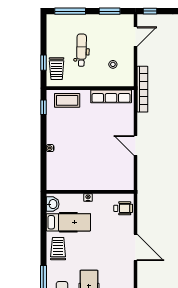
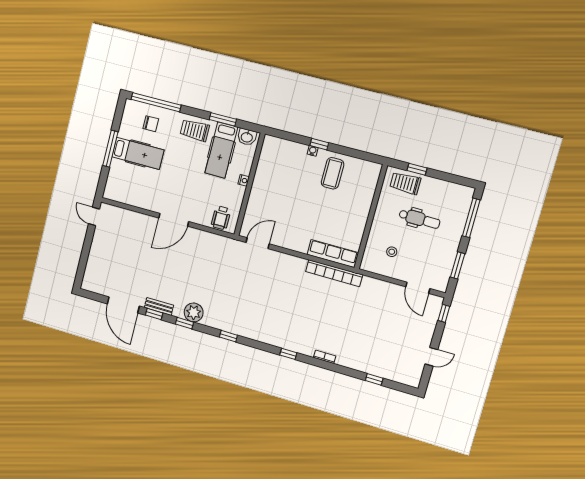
bookcase: (142, 89) -> (334, 273), moved
row of seats: (111, 96) -> (333, 254), moved, turned 90
coffee table: (67, 100) -> (333, 173), moved
window: (43, 107) -> (319, 144), moved
door: (136, 146) -> (258, 243), moved
window: (43, 227) -> (223, 119), added
trolley: (58, 249) -> (195, 130), turned 180

